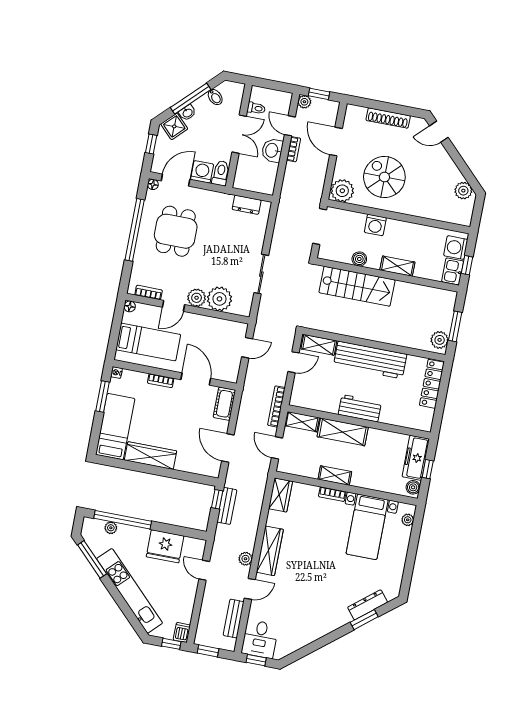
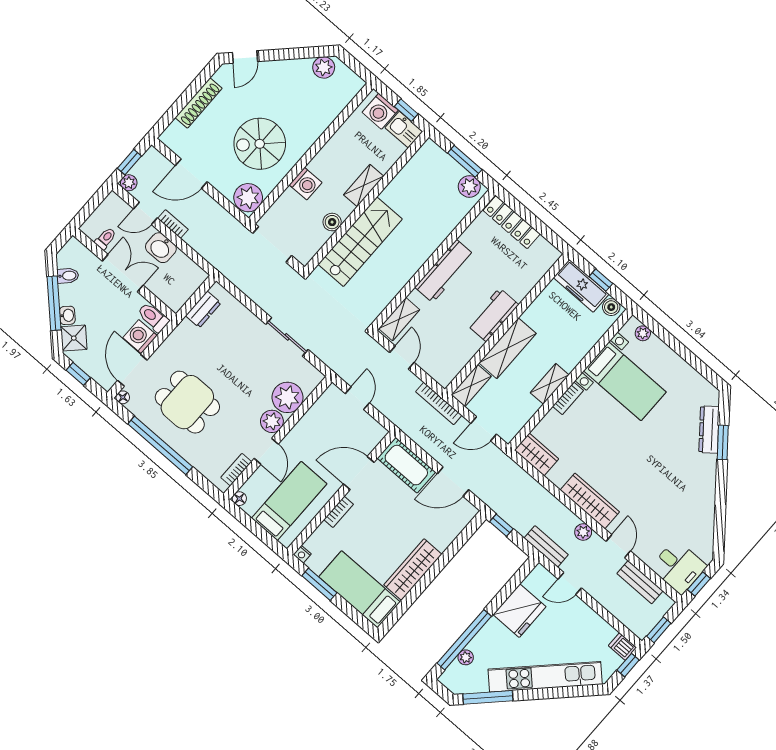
workbench: (370, 360) -> (445, 271), width x0.73, depth x0.76
cot: (224, 404) -> (406, 465), width x1.37, depth x1.34
bench: (227, 506) -> (546, 546), moved

